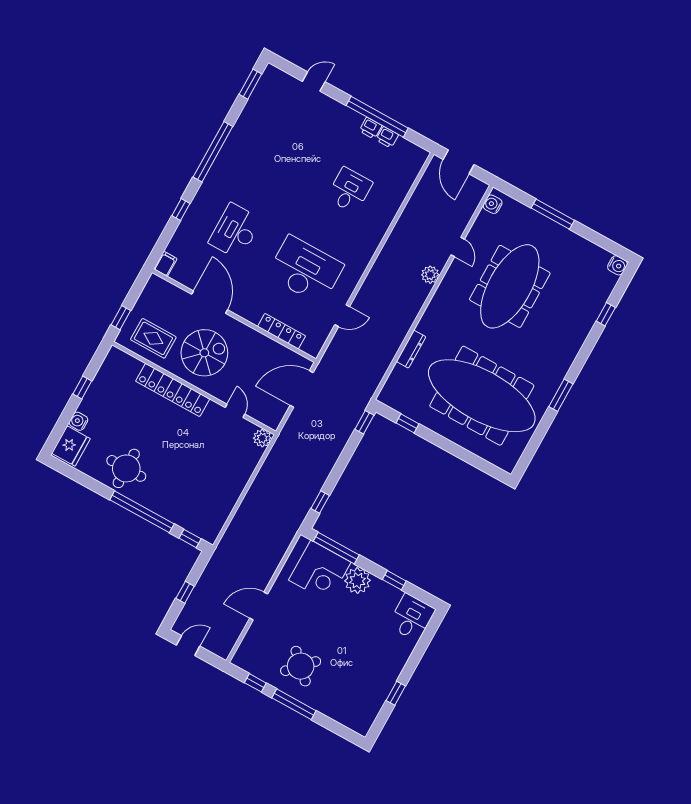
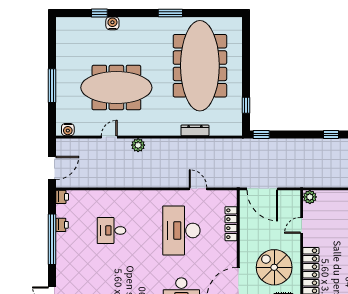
printer: (371, 128) -> (62, 197), moved
water cooler: (617, 265) -> (112, 23), moved

